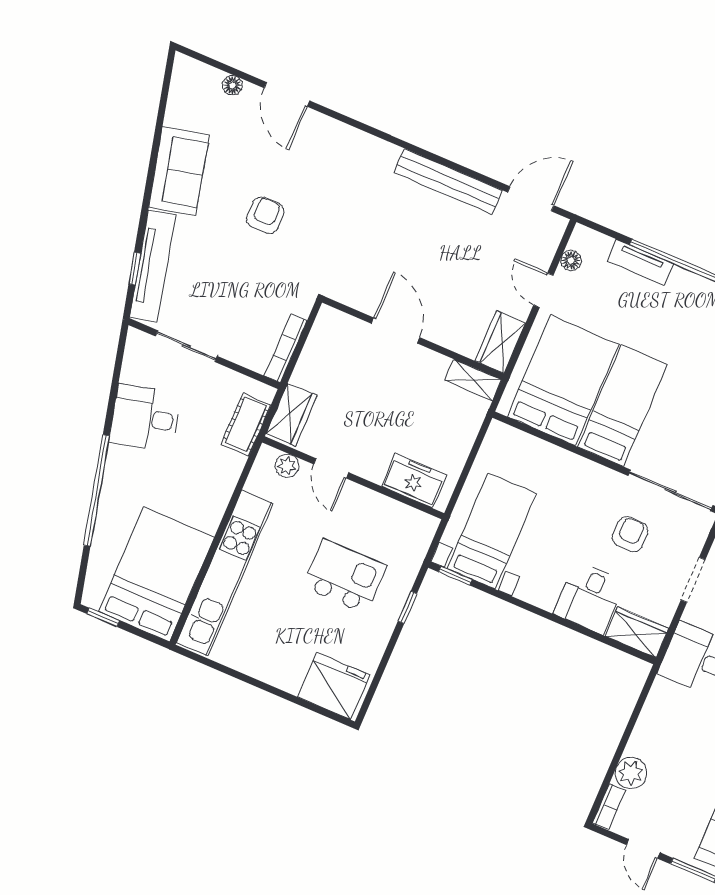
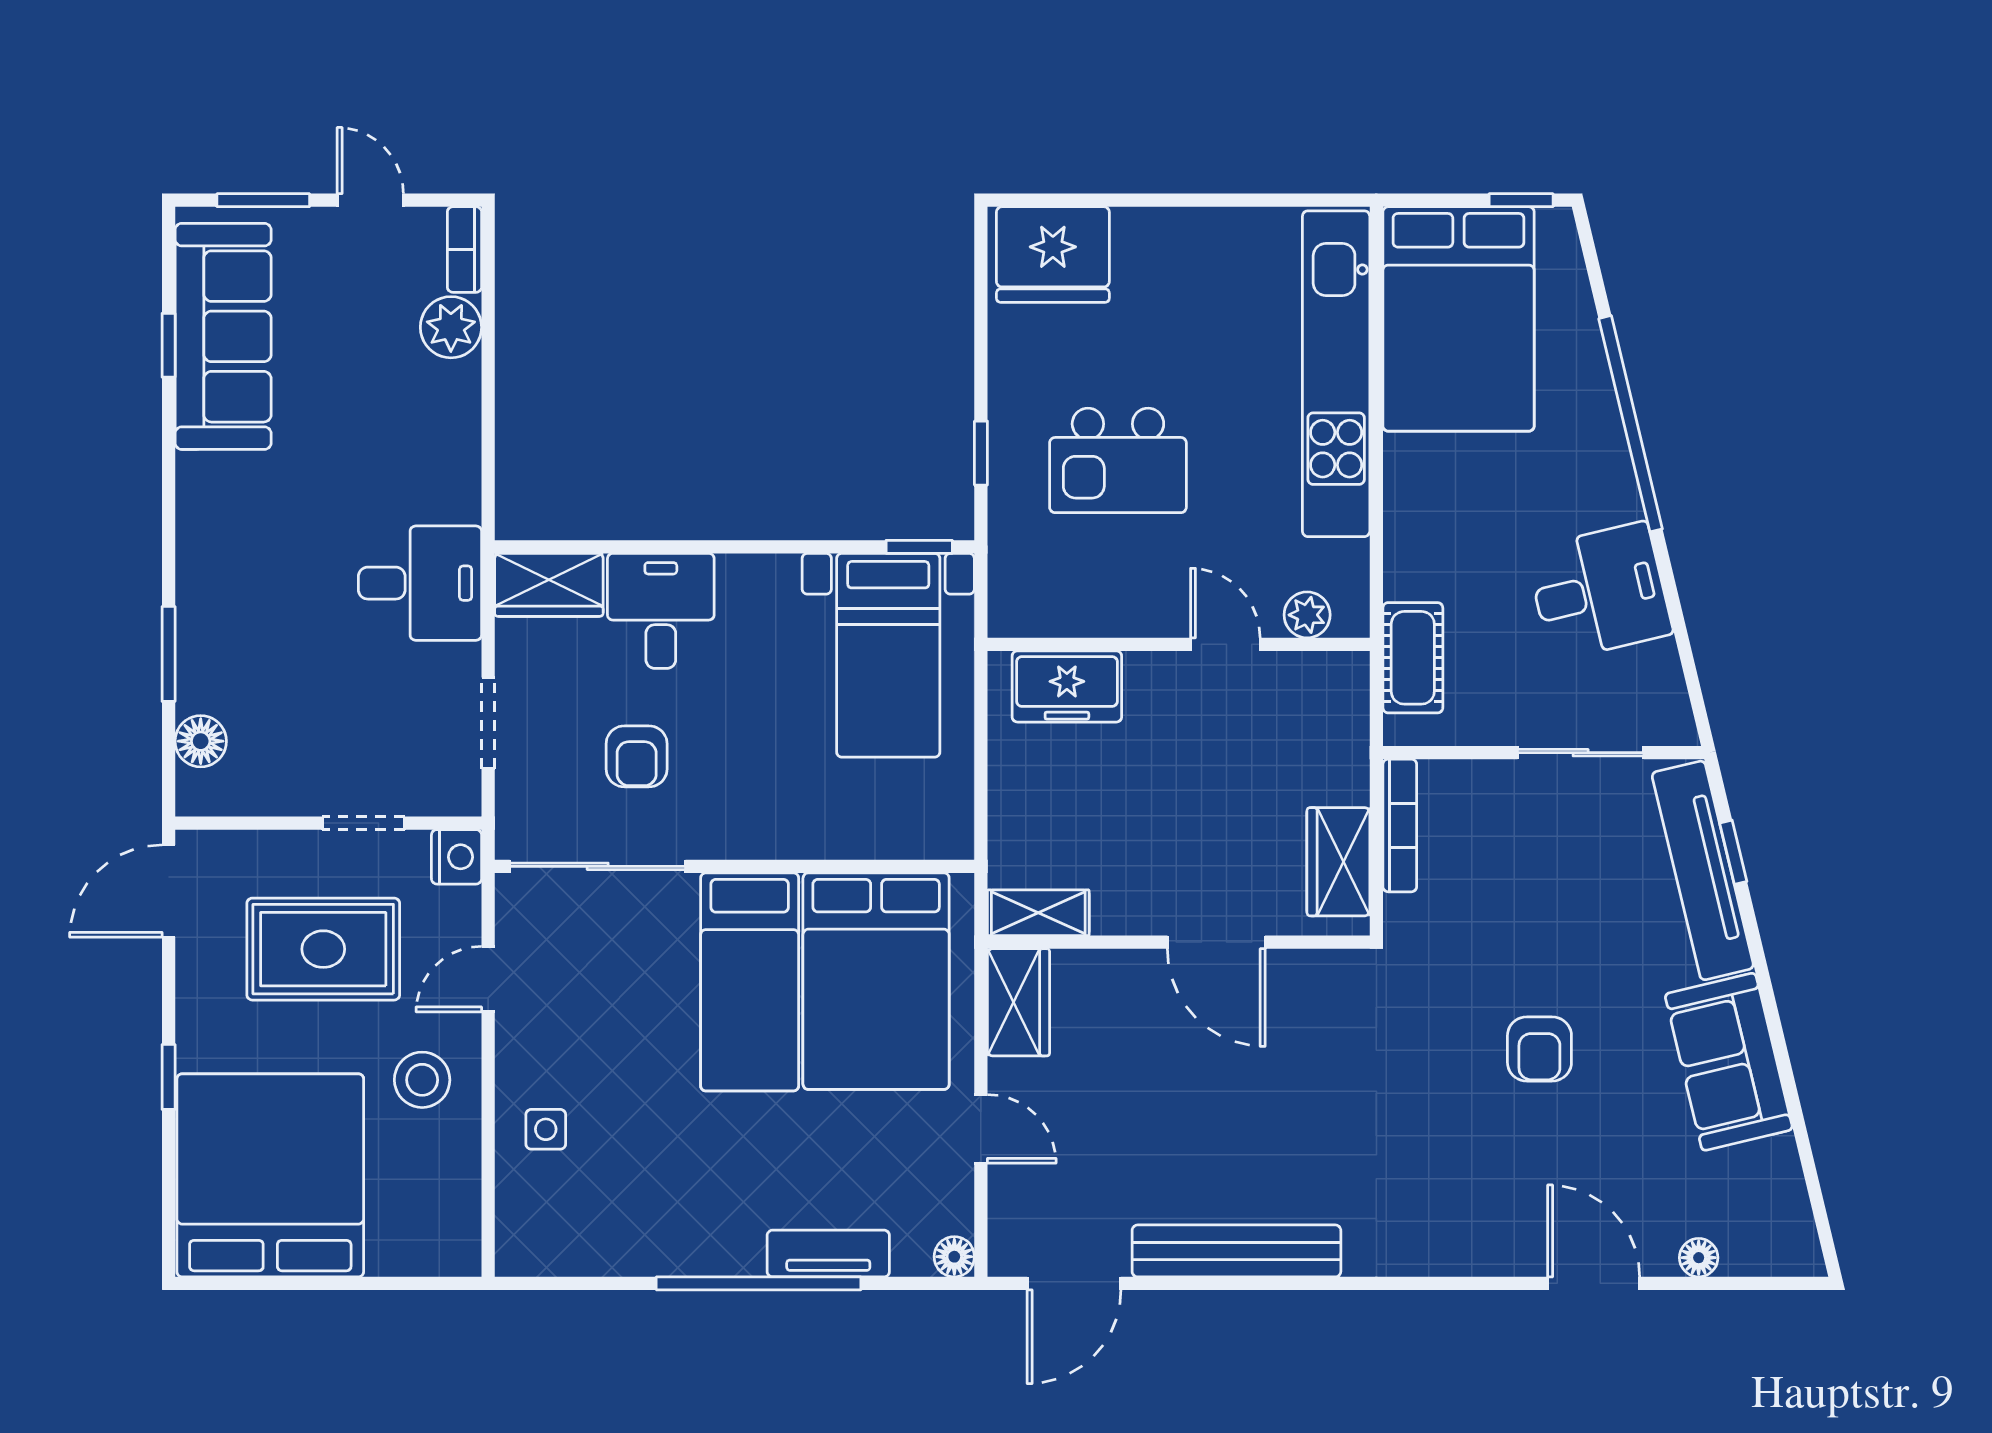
floor lamp: (571, 260) -> (954, 1257), moved
wardrobe: (291, 415) -> (1338, 862), moved

